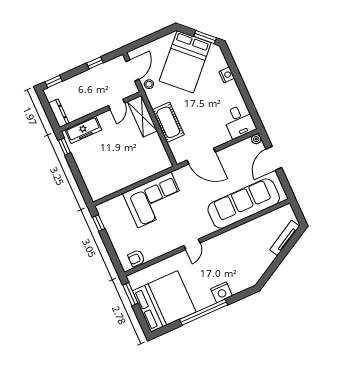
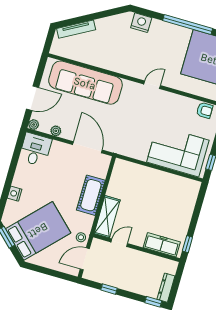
dresser: (59, 113) -> (166, 288), moved
plant: (235, 148) -> (56, 131), added
corner sofa: (154, 200) -> (178, 151), moved
nightstand: (221, 292) -> (141, 23), moved

